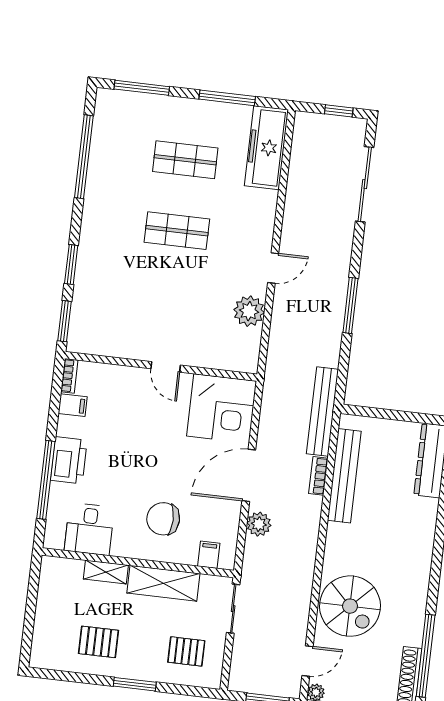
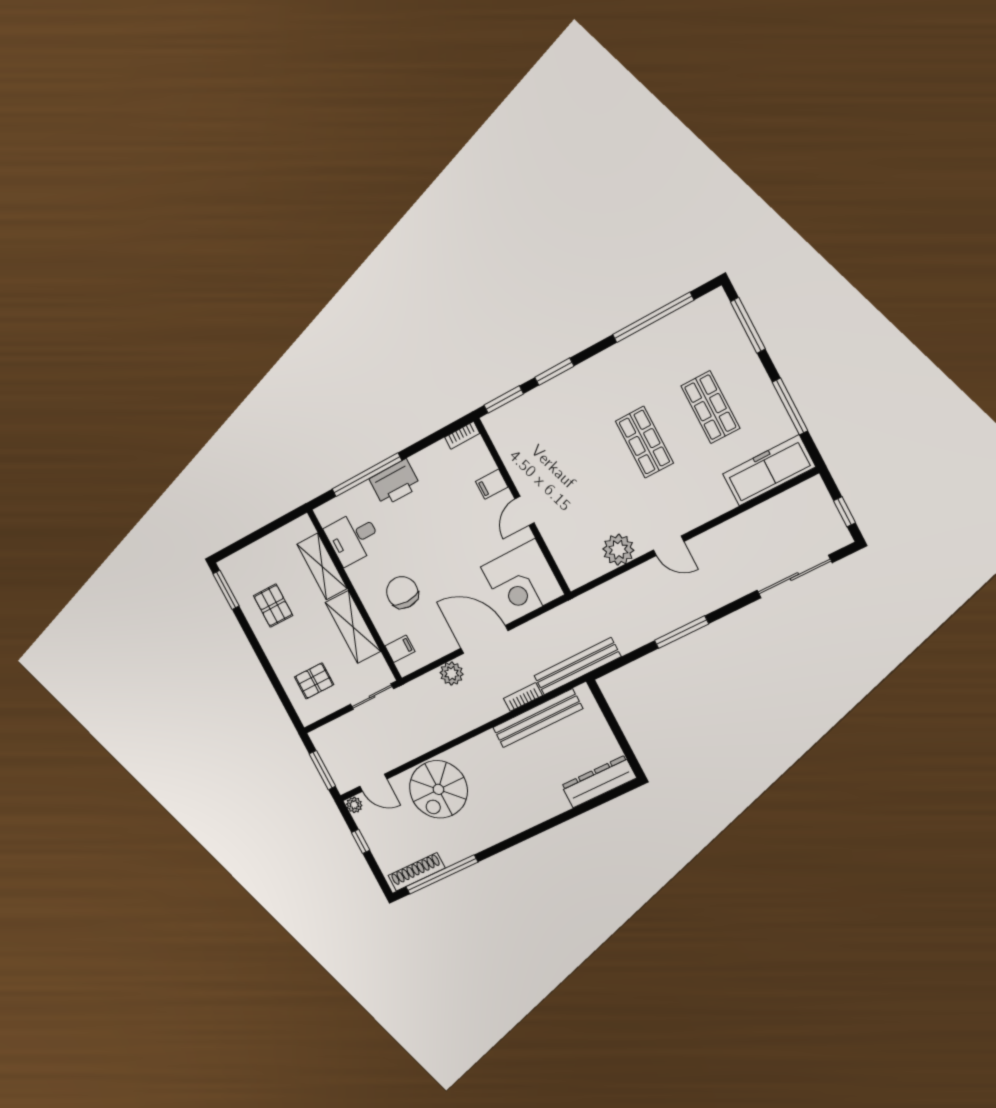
filing cabinet: (73, 405) -> (492, 484), moved, turned 90
shelving: (106, 572) -> (322, 566), width x1.50, depth x1.33
pallet: (186, 651) -> (314, 681), turned 90
window: (135, 684) -> (226, 590), moved

